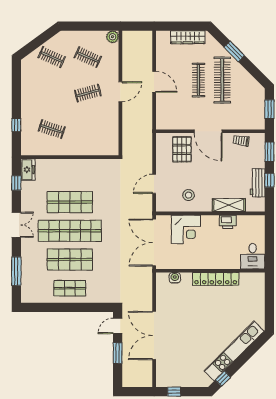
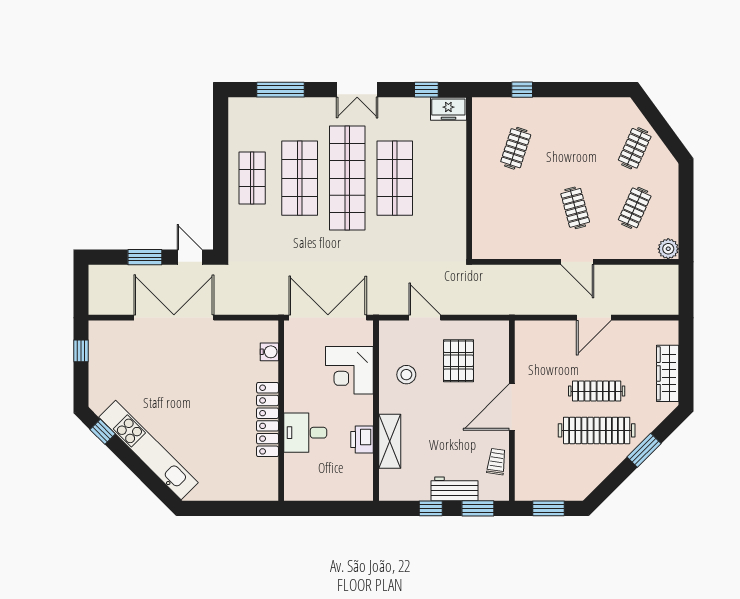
pallet: (182, 149) -> (458, 361), moved, turned 90
workbench: (258, 183) -> (455, 489), moved
desk: (253, 256) -> (305, 433), moved

